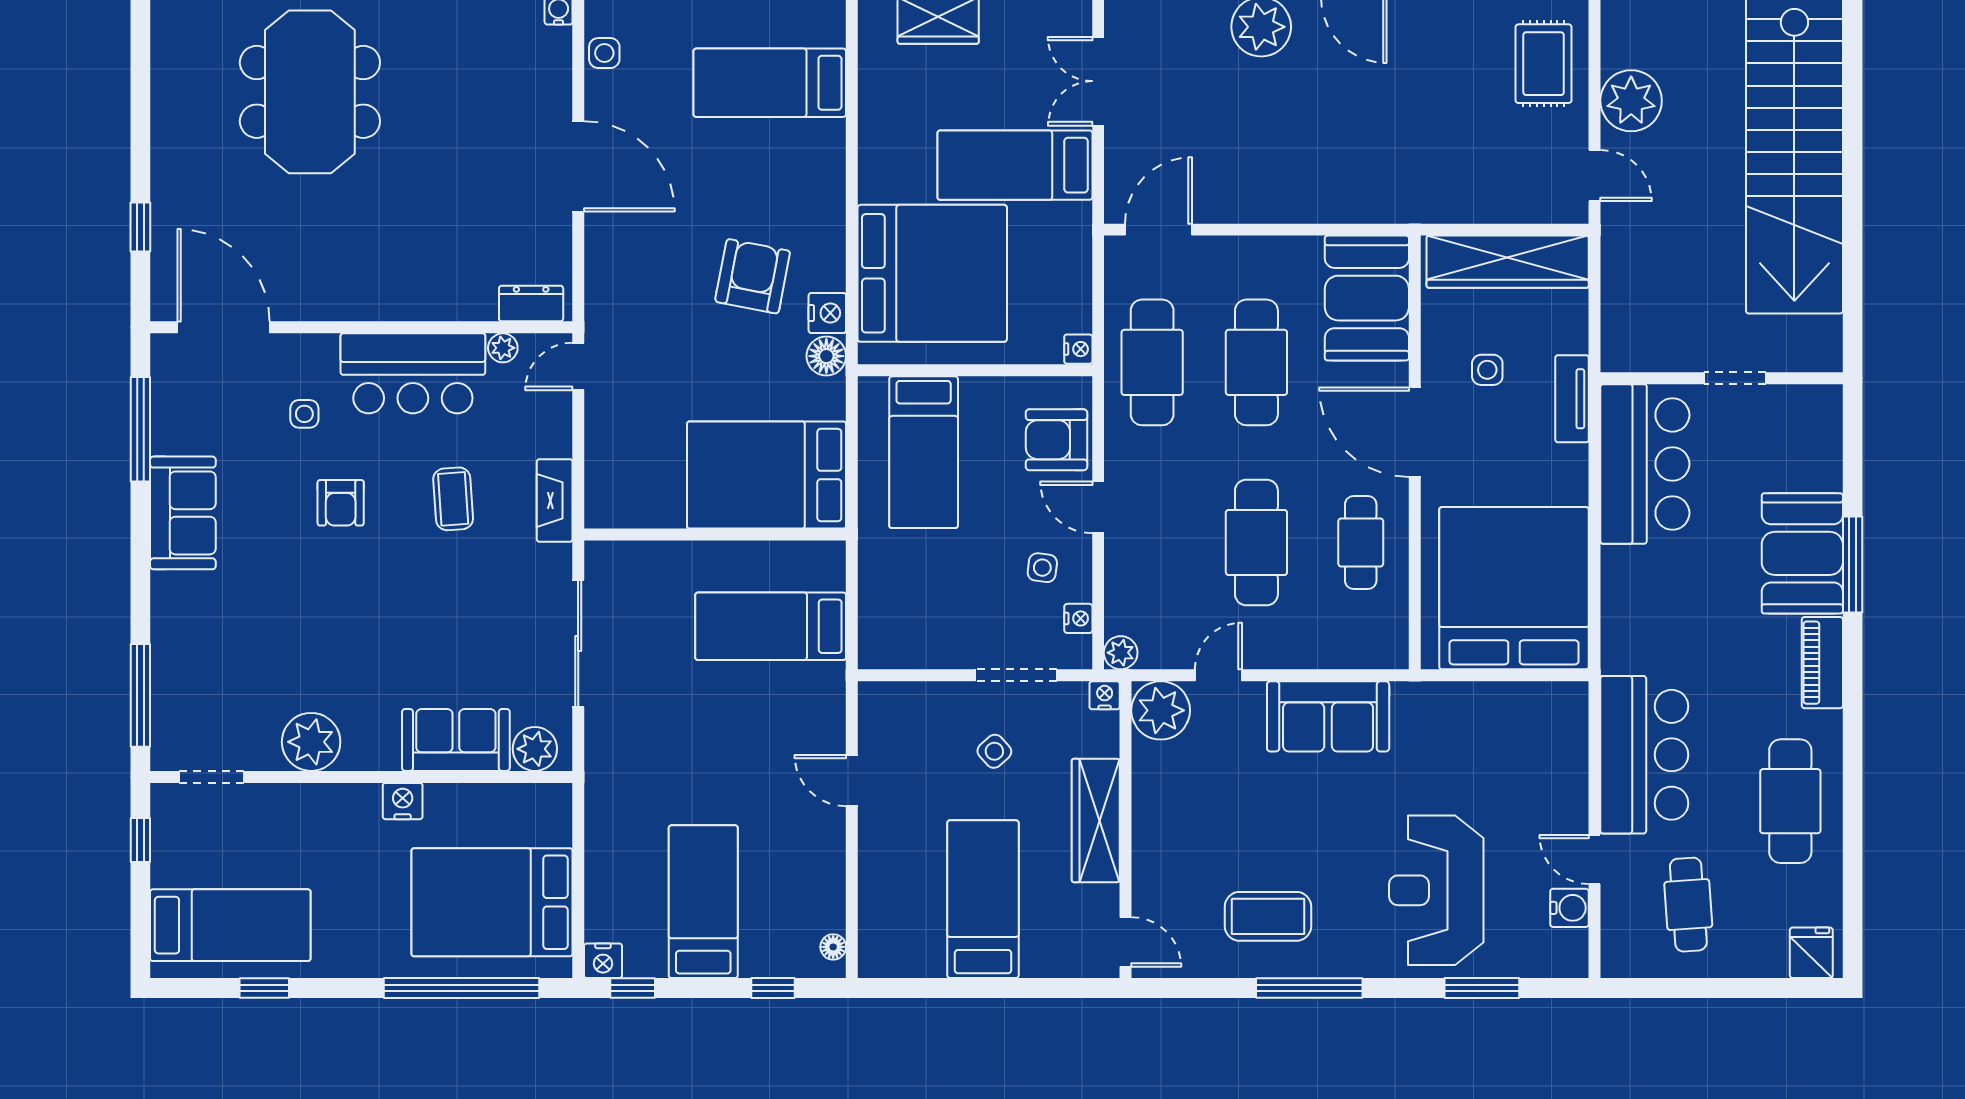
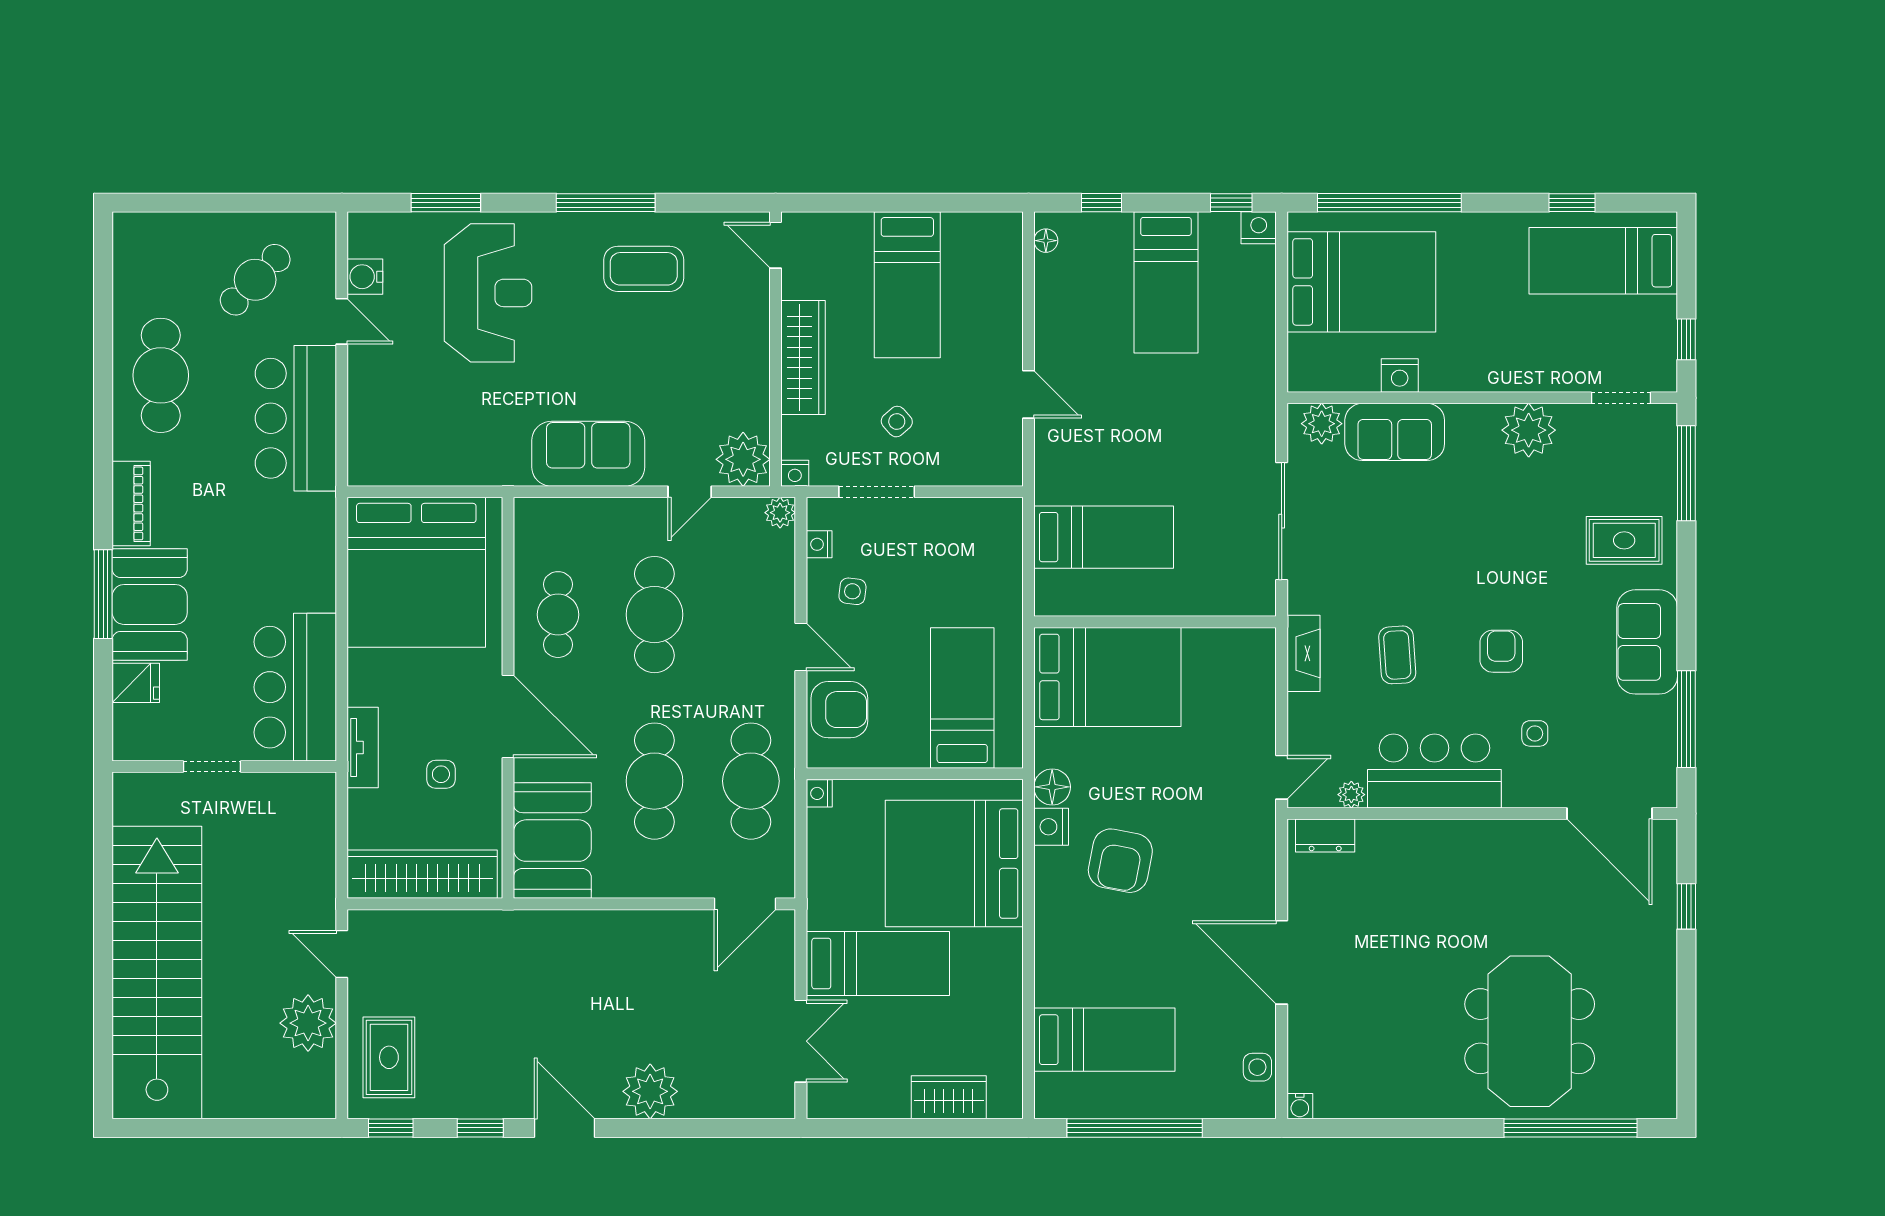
rug: (208, 623) -> (1624, 540), added
nightstand: (403, 801) -> (1400, 375), moved
cafe table: (1688, 905) -> (255, 280), turned 48
fridge: (1811, 953) -> (136, 683), moved, turned -90

